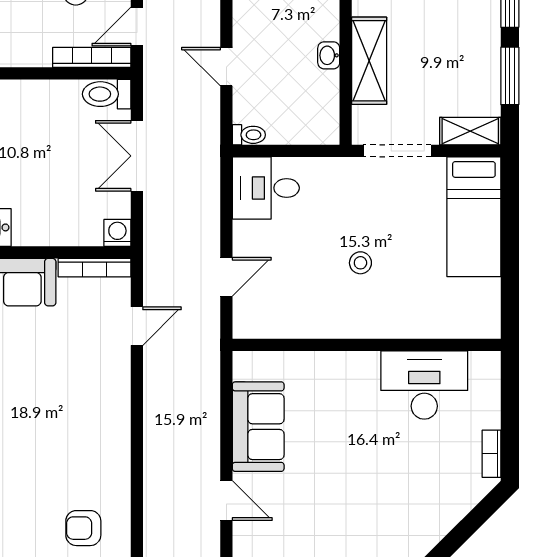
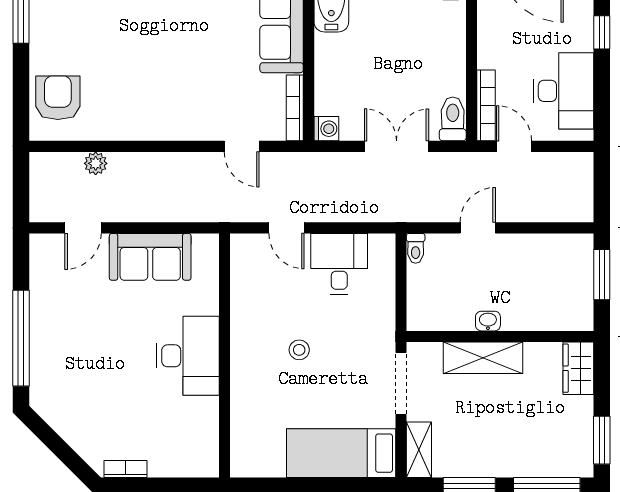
desk: (266, 188) -> (339, 264), moved
desk: (424, 385) -> (188, 356), moved
plant: (155, 487) -> (96, 163), added
armchair: (83, 528) -> (58, 98), width x1.38, depth x1.38

